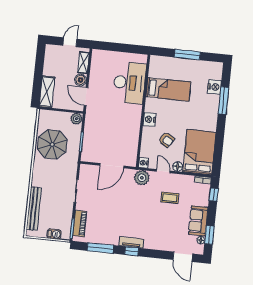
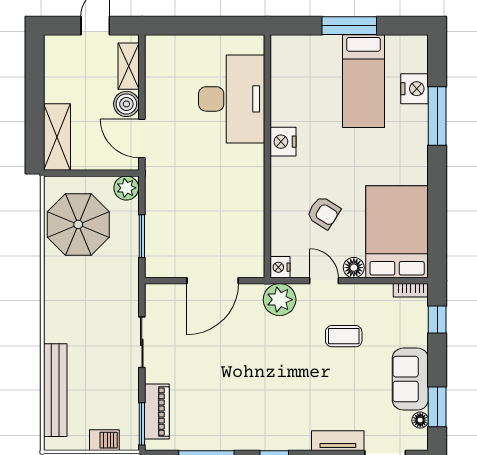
bed: (168, 89) -> (364, 81), moved, turned 90
nightstand: (150, 119) -> (283, 142), moved
parasol: (52, 144) -> (78, 224), moved
tv unit: (131, 242) -> (338, 441), moved

